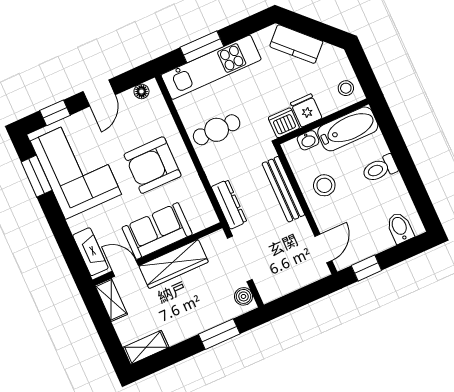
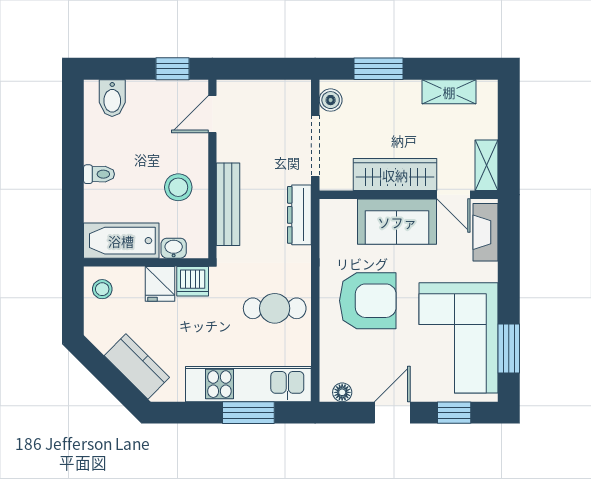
toilet: (380, 169) -> (99, 174), width x0.73, depth x0.72
shelving: (146, 347) -> (449, 92), moved

